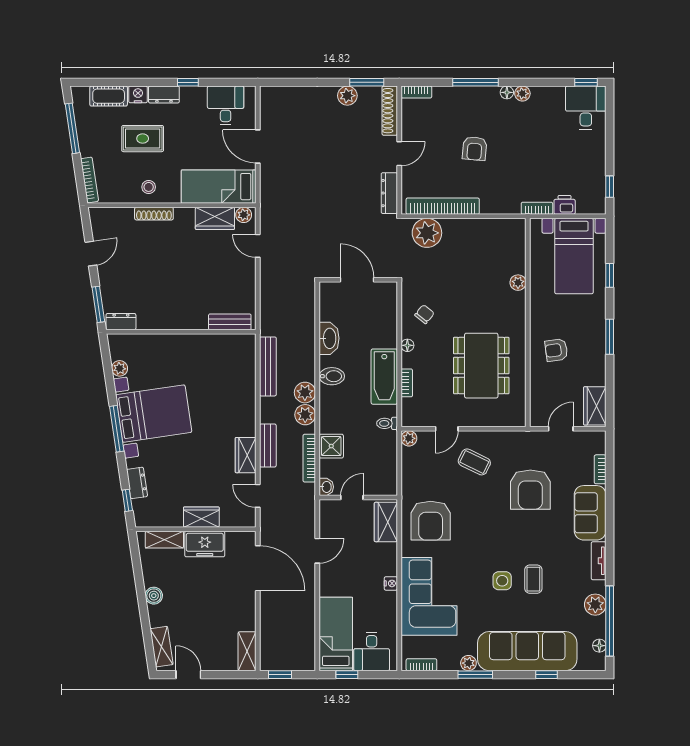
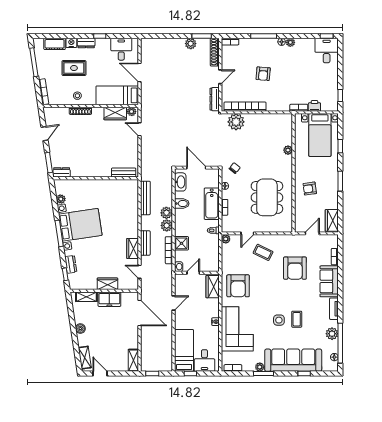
door: (357, 280) -> (196, 168), moved
wall: (358, 280) -> (197, 168), moved

